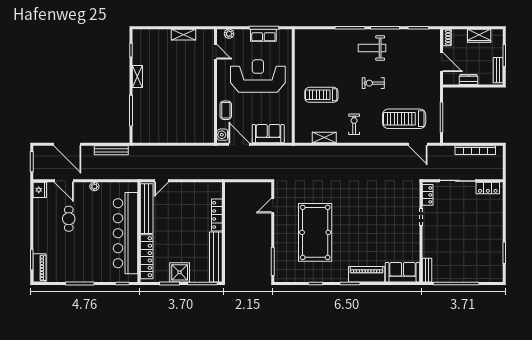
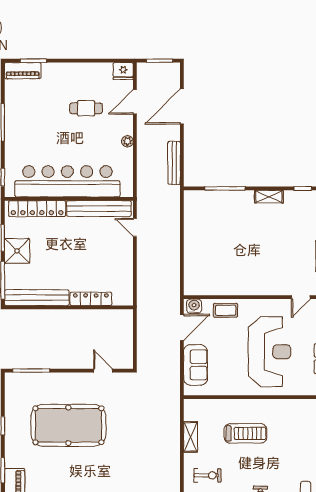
treadmill: (321, 95) -> (245, 433), turned 90

